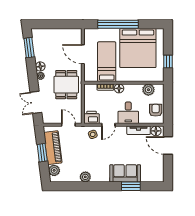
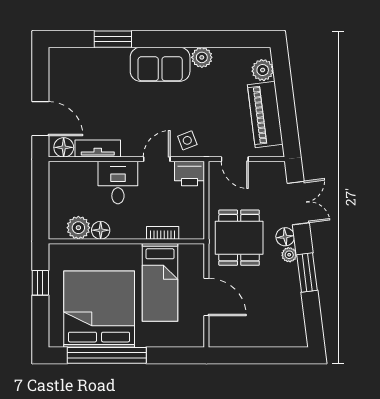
window: (118, 24) -> (107, 355), moved
window: (29, 48) -> (307, 272), moved
floor lamp: (40, 66) -> (285, 237), moved
floor lamp: (119, 88) -> (101, 230), moved
armchair: (156, 110) -> (64, 188), removed
window: (42, 153) -> (286, 105), removed
sofa: (125, 173) -> (160, 64), moved

